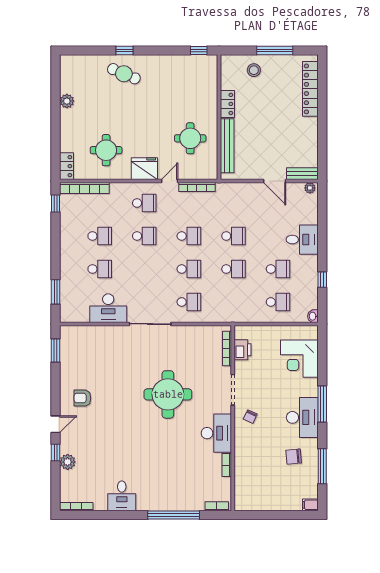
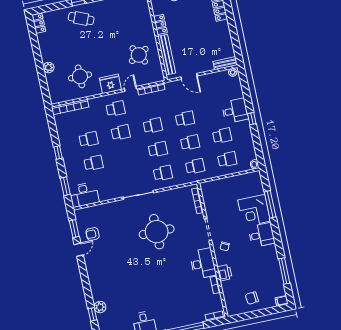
plant: (67, 101) -> (49, 68), moved
round table: (190, 138) -> (139, 55), turned -30
locker: (66, 166) -> (39, 23), moved
door: (275, 181) -> (189, 76), moved
window: (56, 204) -> (58, 153), moved
window: (322, 280) -> (252, 119), moved
school desk: (233, 302) -> (195, 166), added
desk: (108, 308) -> (84, 195), moved
printer: (243, 350) -> (225, 273), moved
corner desk: (299, 359) -> (254, 211), moved
round table: (168, 394) -> (157, 232), moved
armchair: (82, 398) -> (93, 234), moved
window: (322, 404) -> (270, 204), moved
desk: (302, 417) -> (262, 235), width x0.73
door: (56, 424) -> (79, 250), moved
window: (56, 453) -> (92, 314), moved
chair: (294, 457) -> (252, 298), moved

